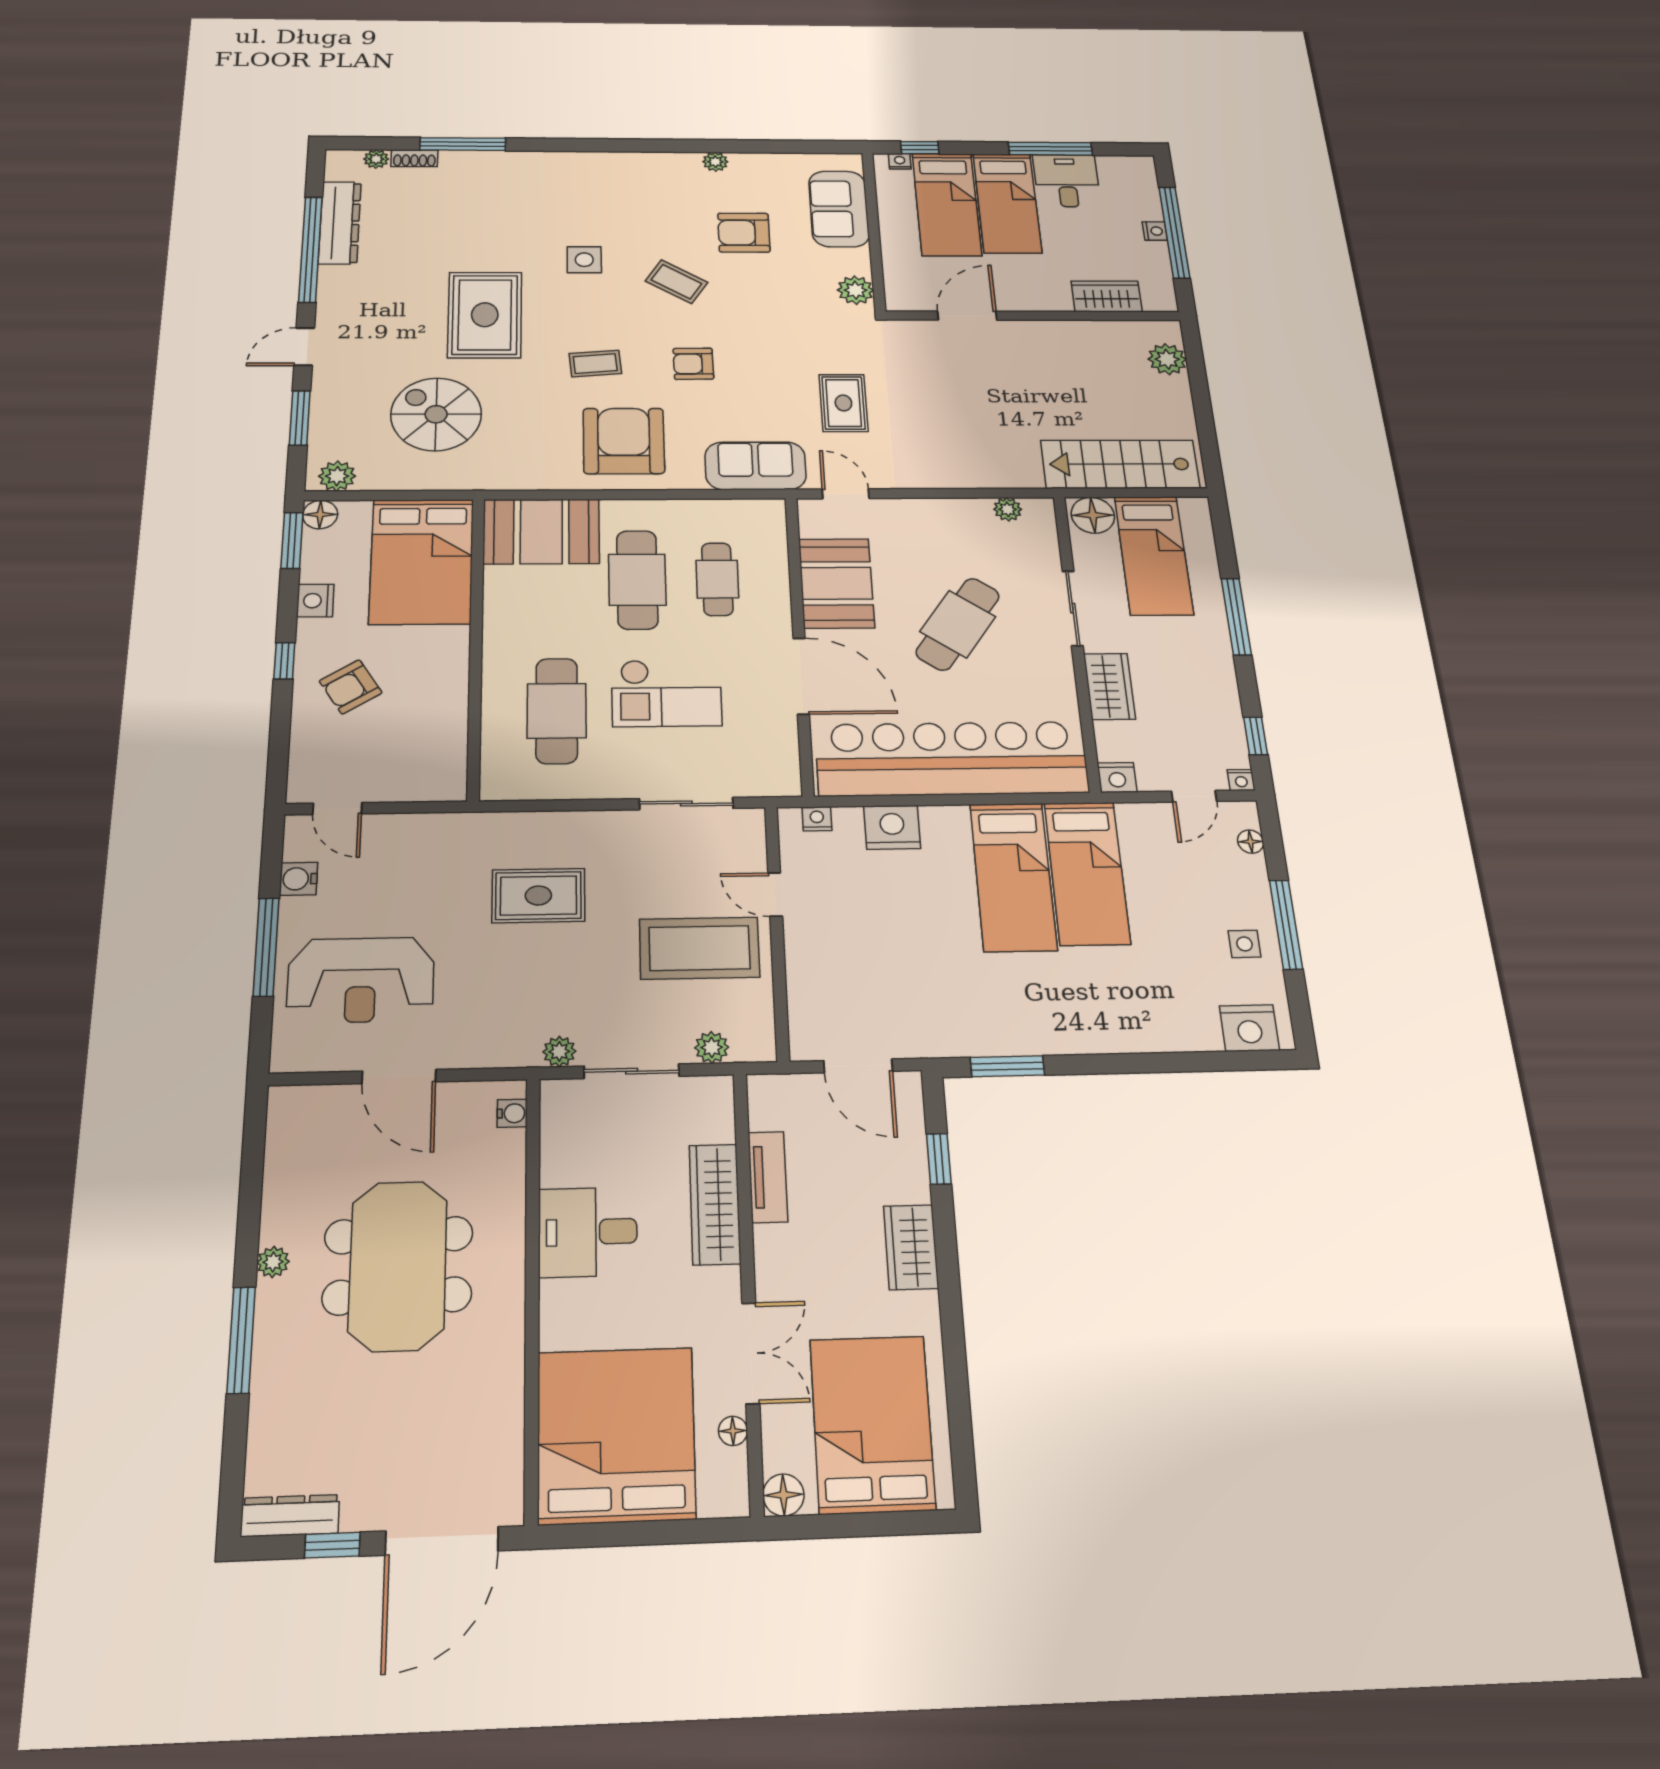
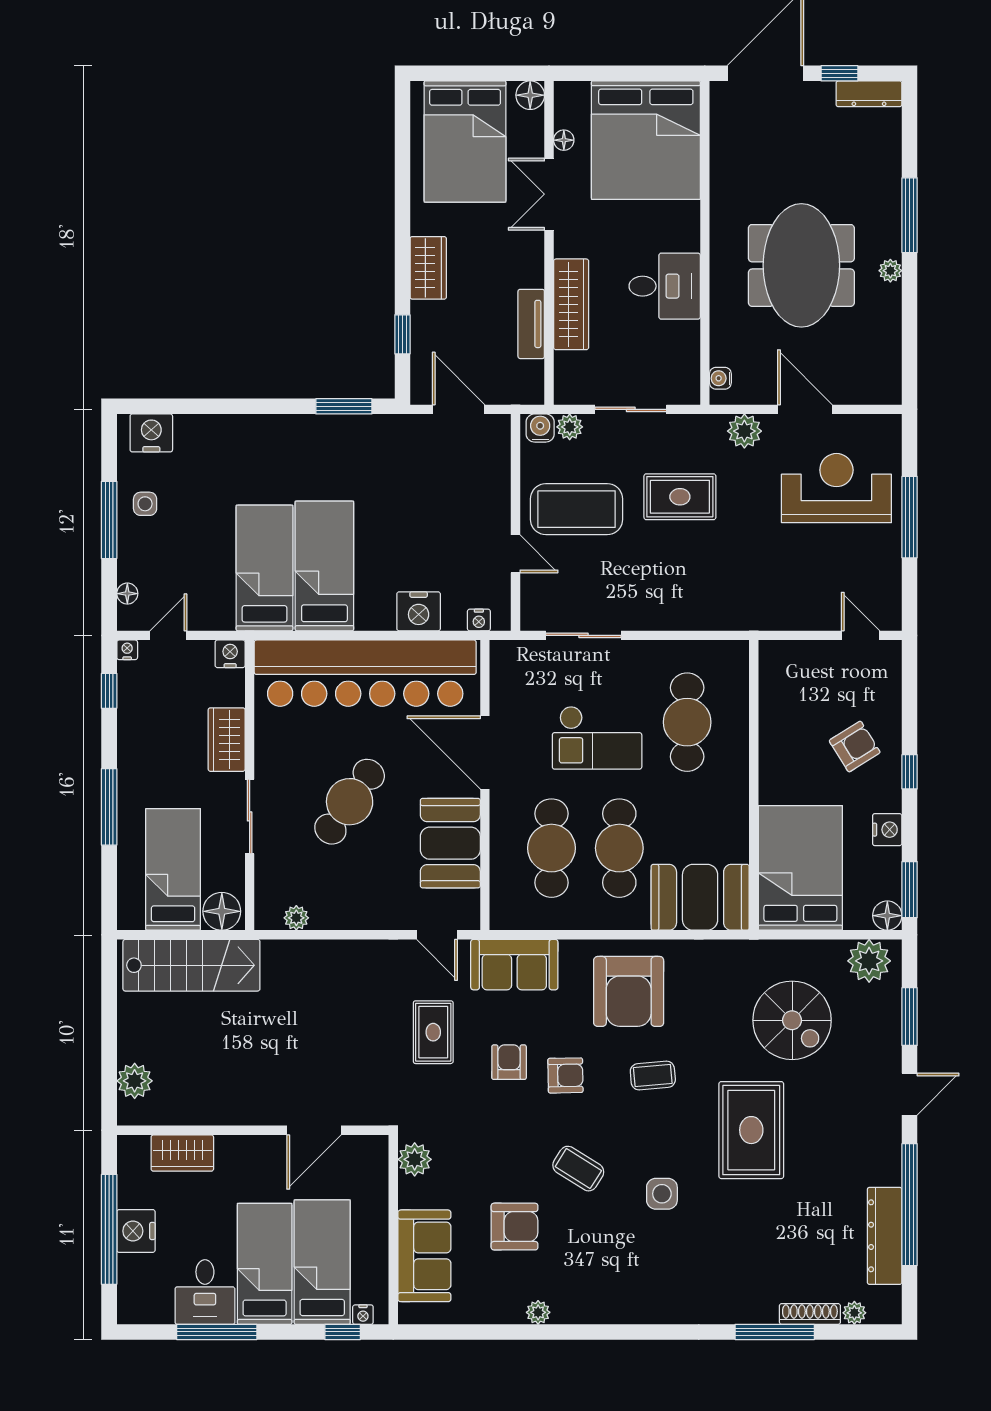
shoe rack: (414, 158) -> (810, 1314), width x1.43
nightstand: (1155, 231) -> (136, 1231), width x1.89, depth x1.79
armchair: (757, 376) -> (509, 1062), added
plant: (337, 476) -> (869, 961), width x1.36, depth x1.36
cafe table: (717, 579) -> (551, 848), width x1.37, depth x1.35
checkout: (667, 693) -> (597, 738), turned 180
water cooler: (299, 879) -> (540, 428), moved, turned -90
rug: (538, 896) -> (680, 497), moved
plant: (559, 1052) -> (744, 431), moved, width x1.38, depth x1.38

